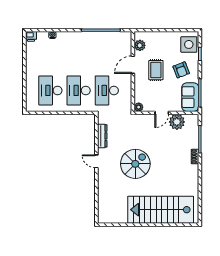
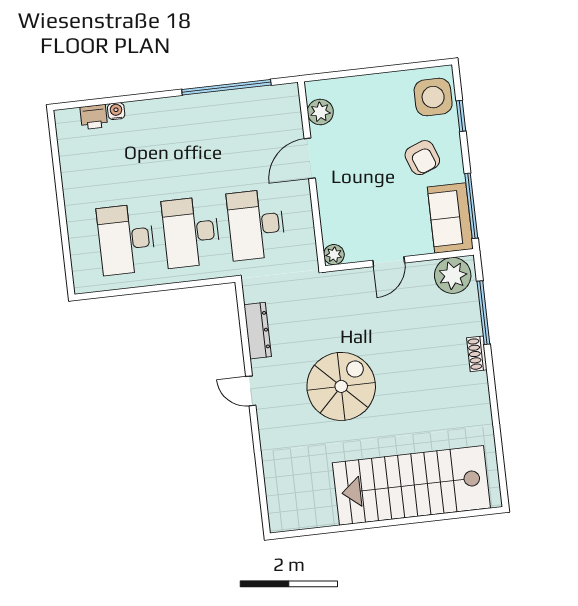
printer: (31, 36) -> (94, 117), moved
rug: (156, 70) -> (364, 165), removed
plant: (177, 122) -> (453, 275), moved

